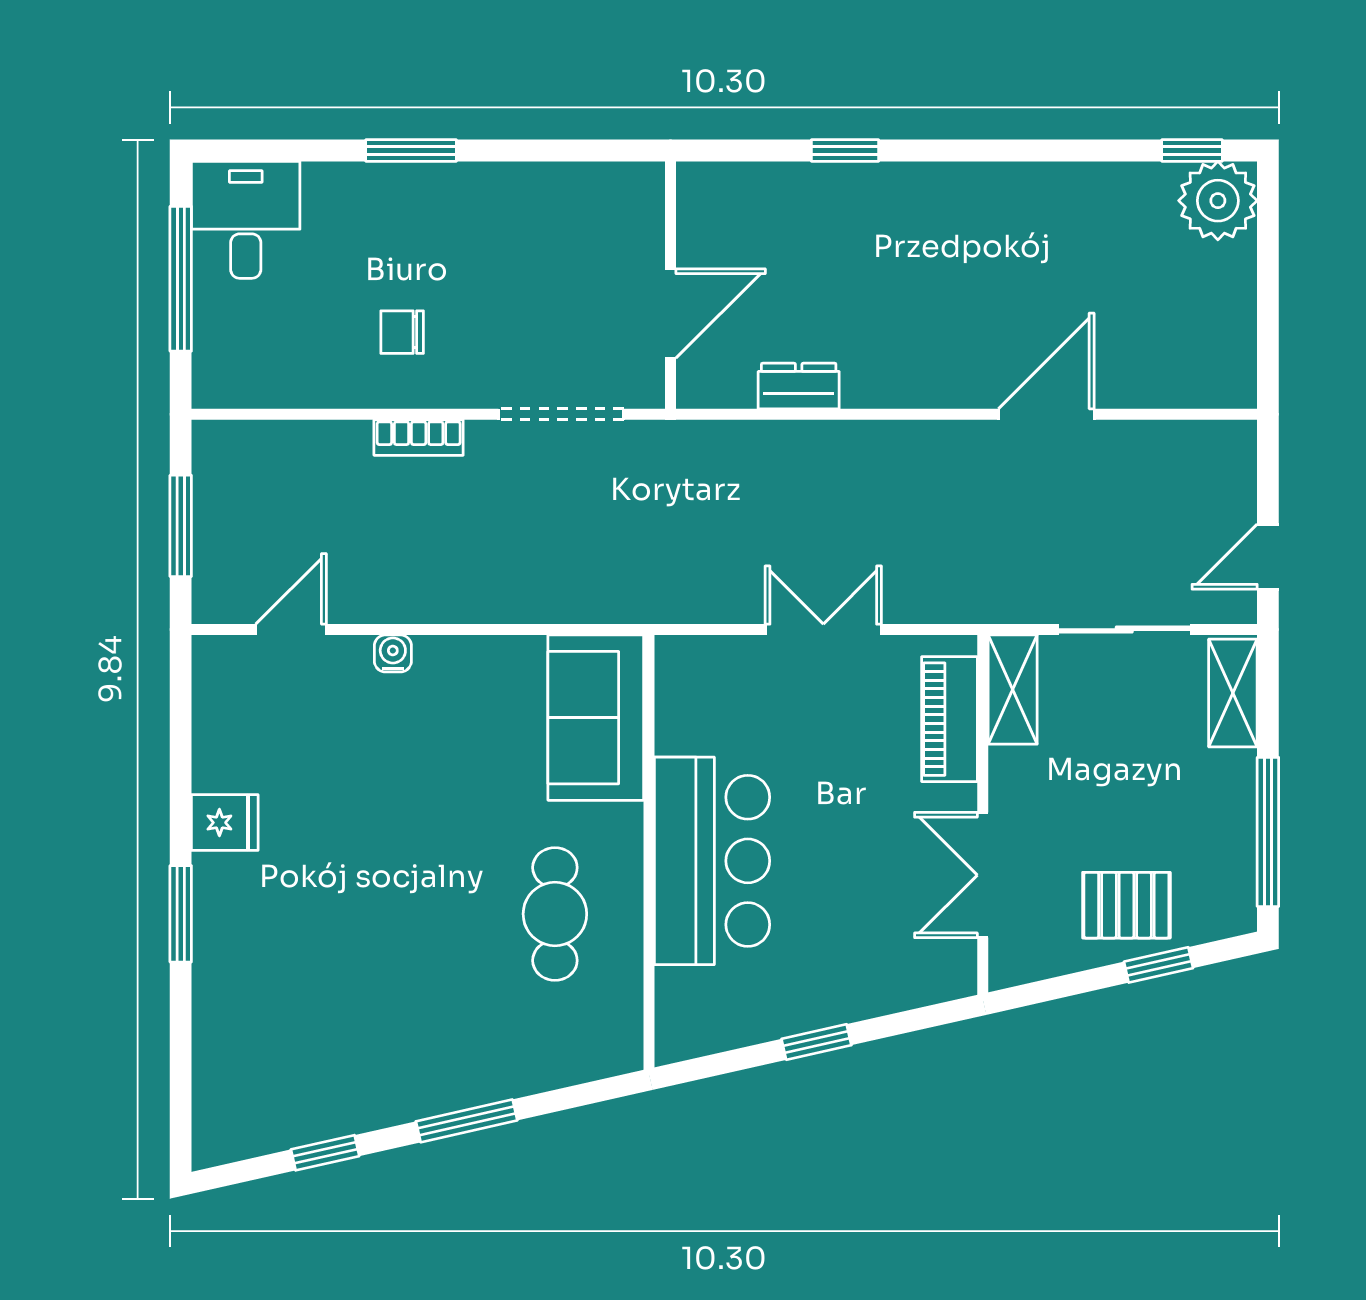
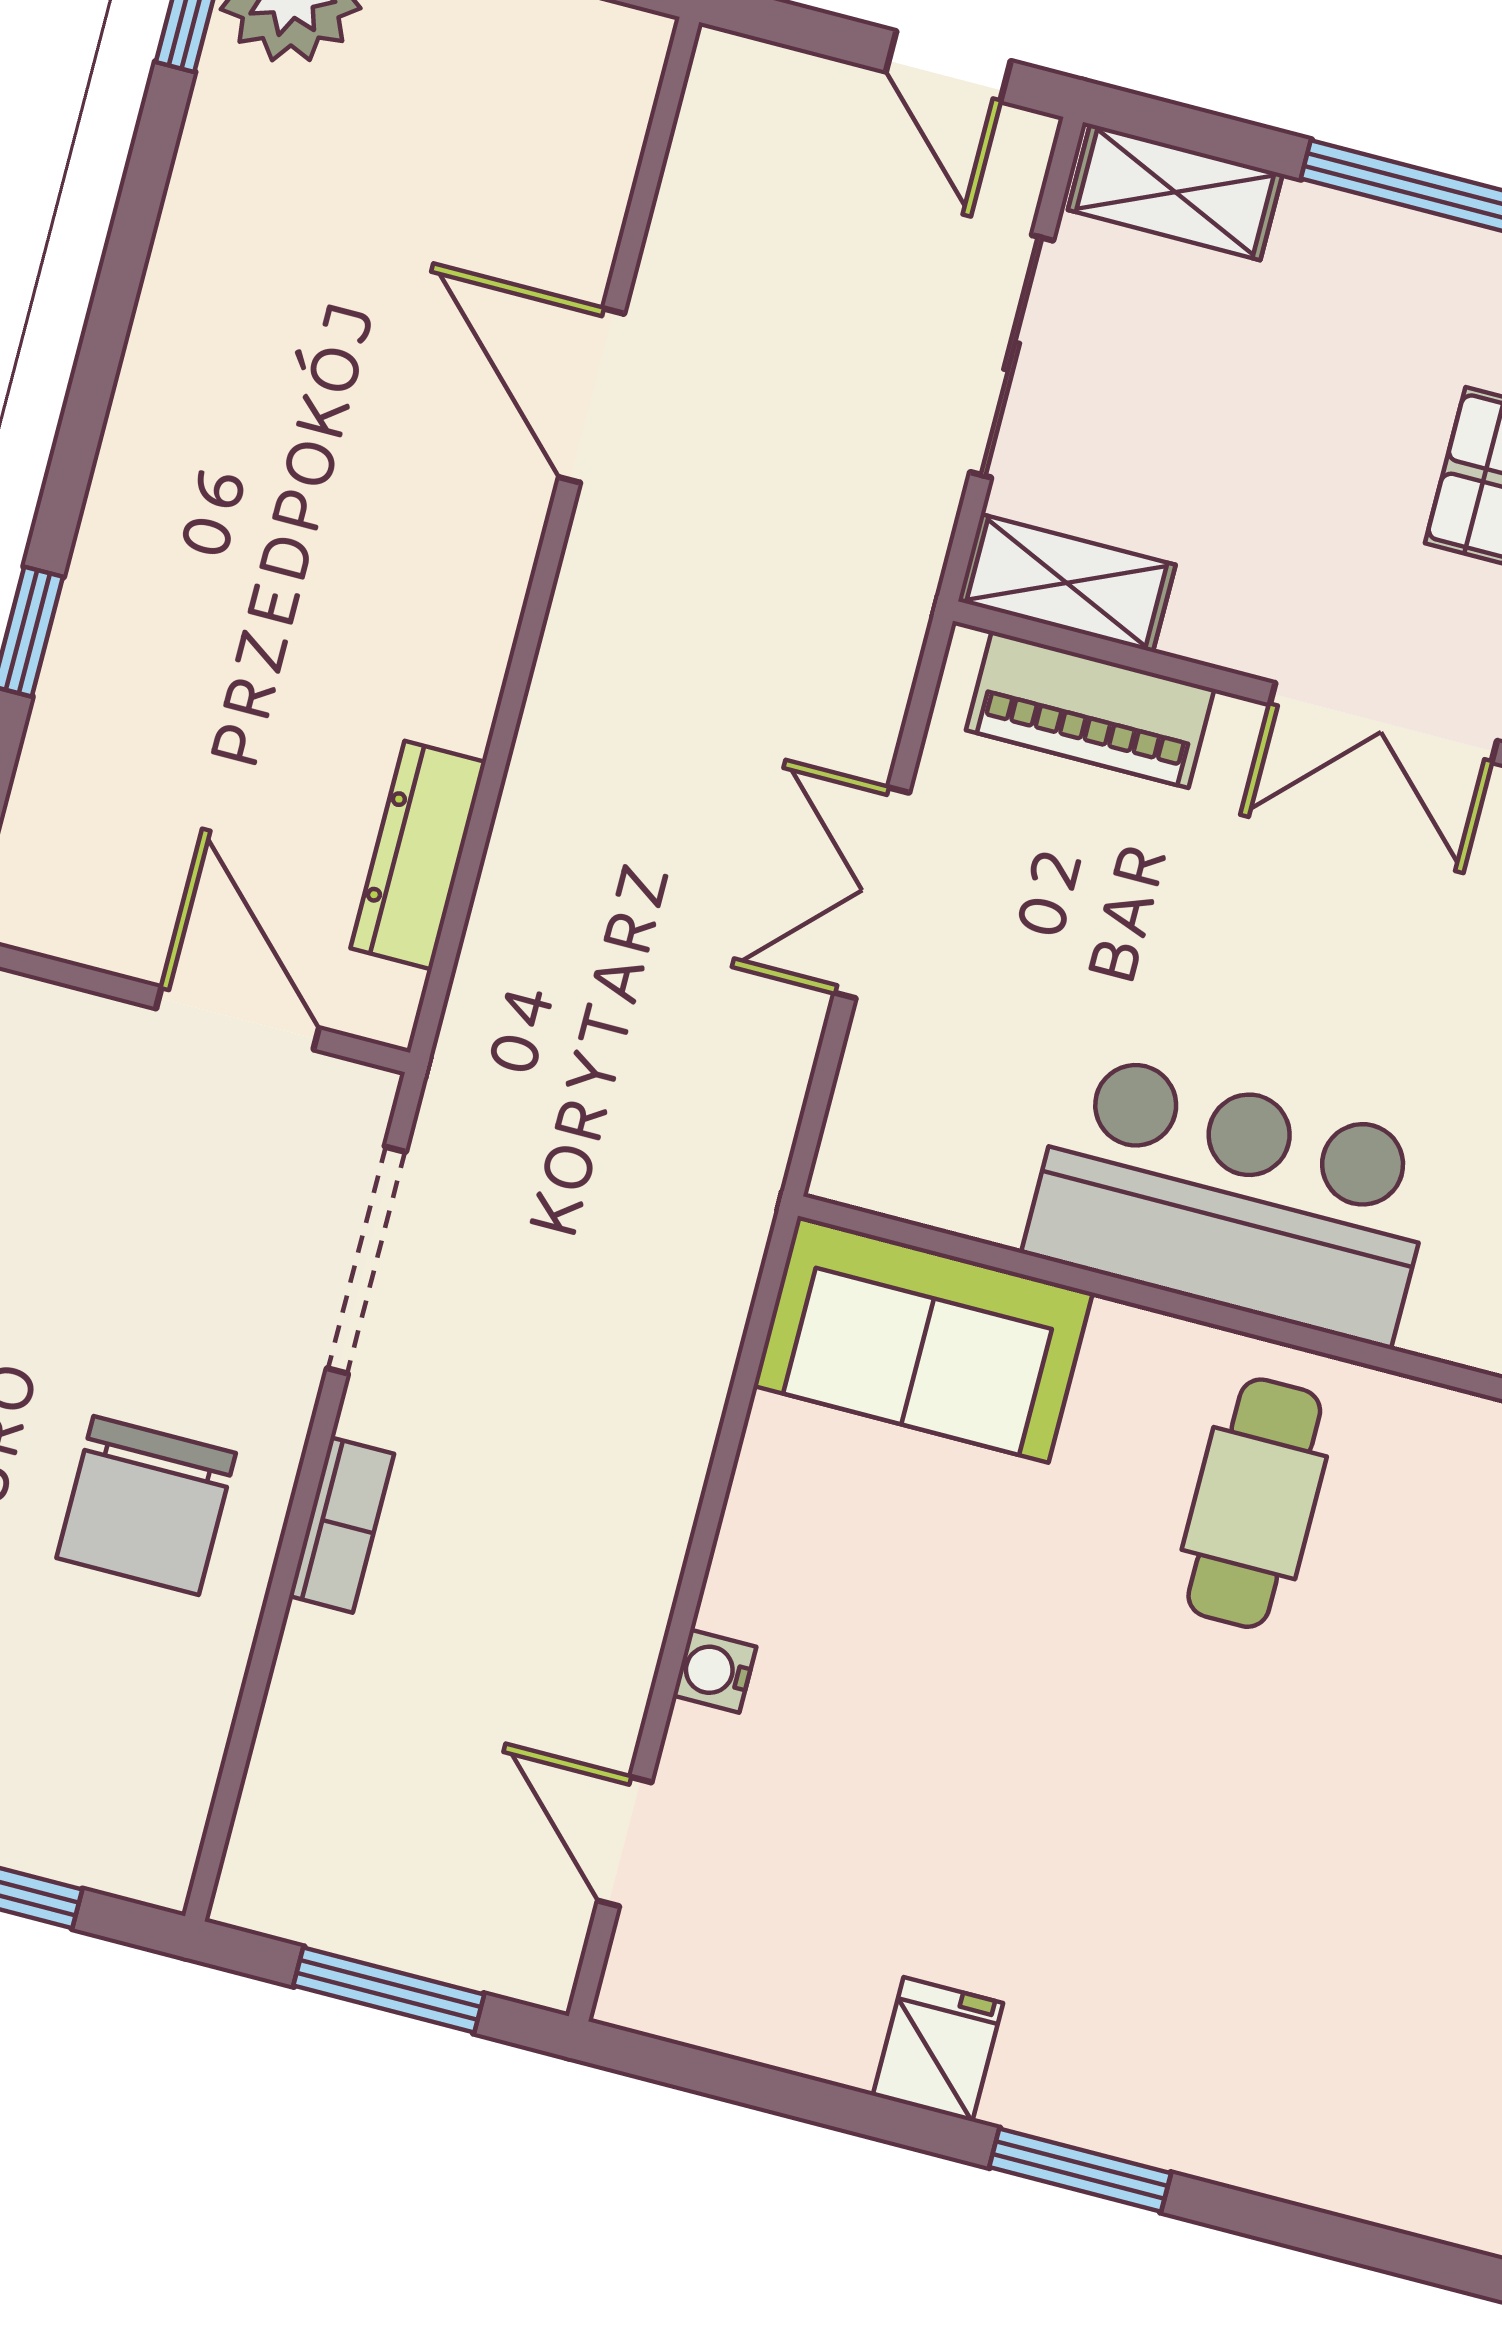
chair: (402, 332) -> (146, 1505), width x1.87, depth x1.87
dresser: (799, 386) -> (418, 855), width x1.44
cafe table: (555, 914) -> (1254, 1503), turned 90

